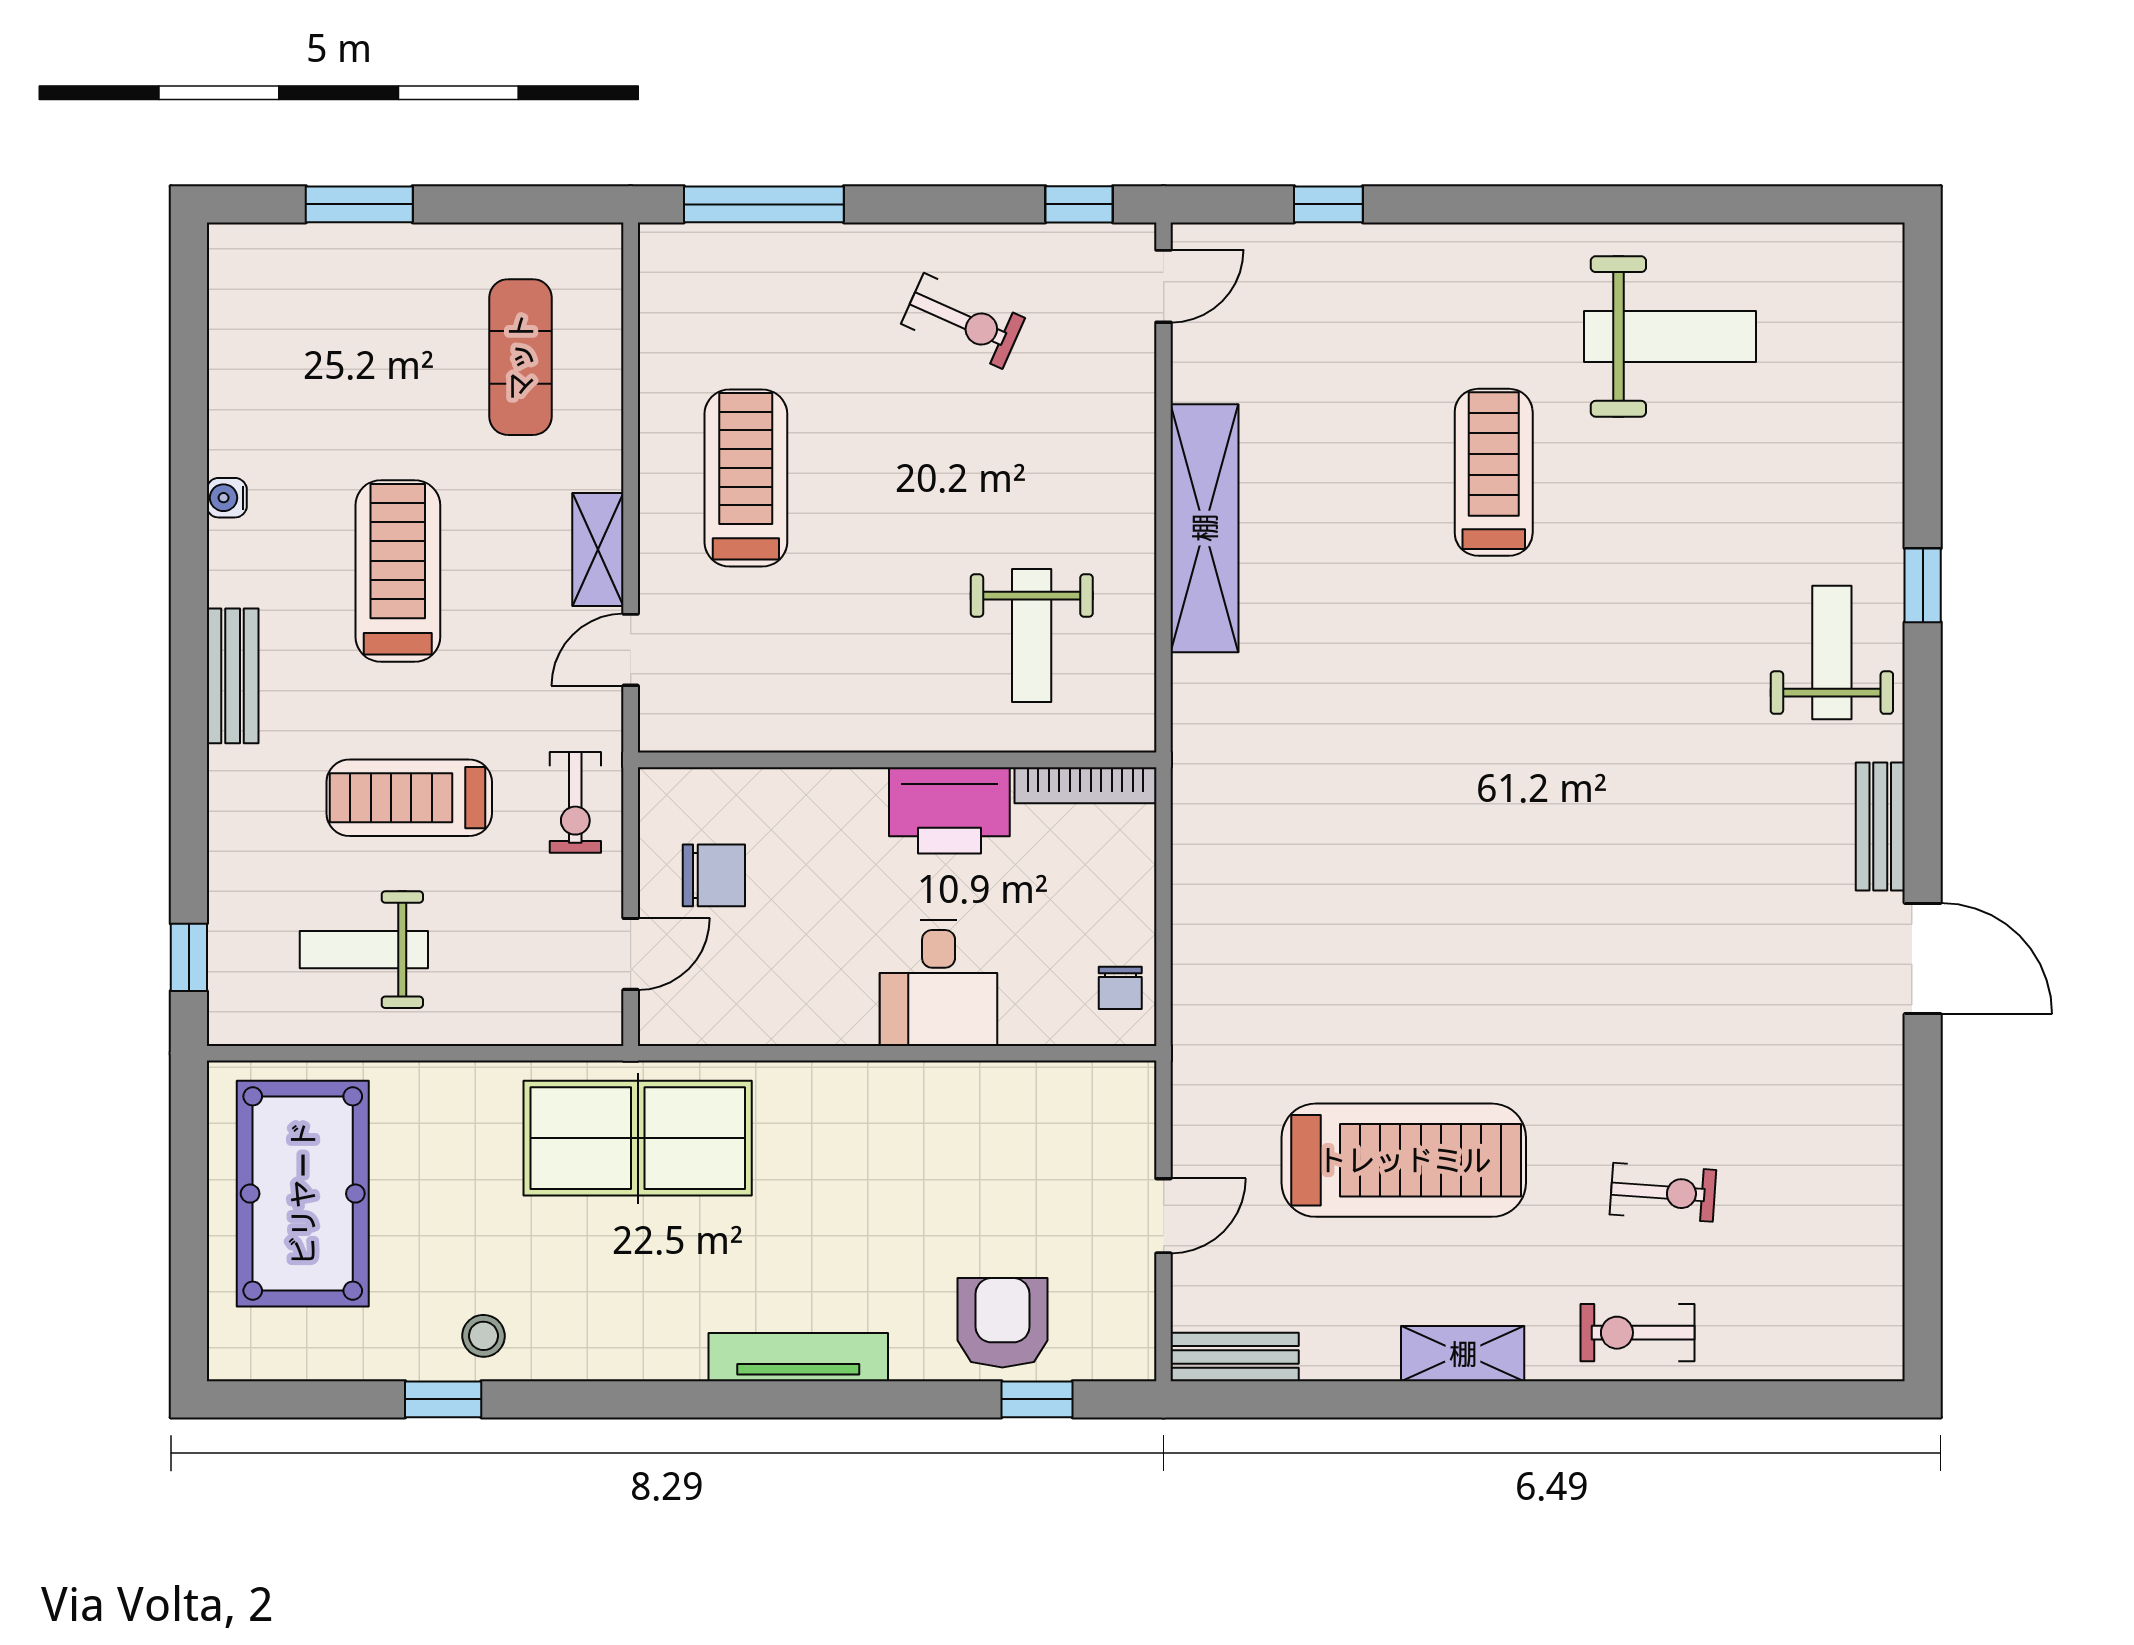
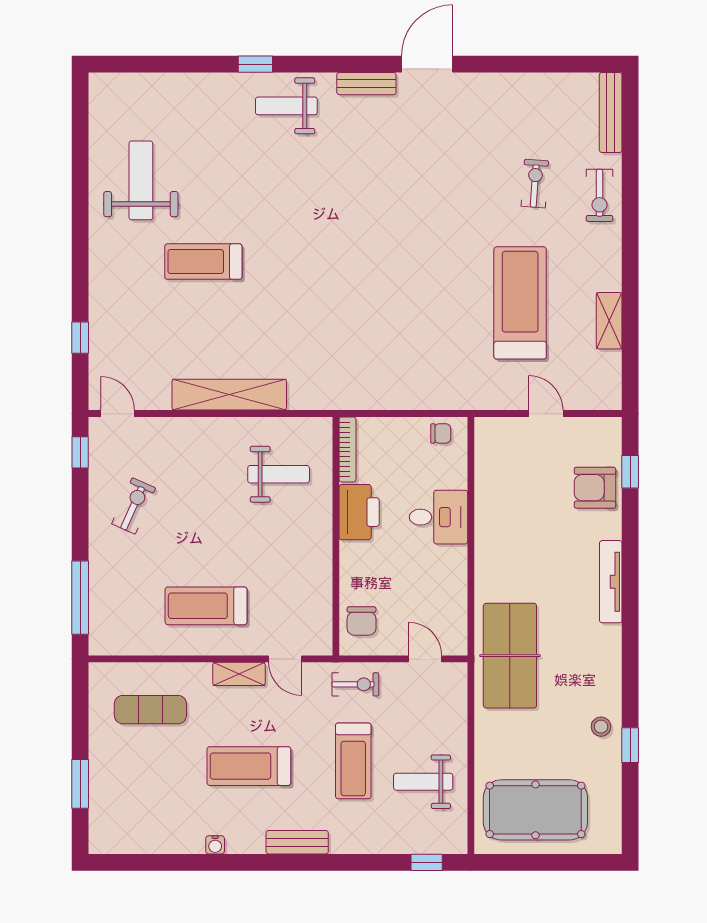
chair: (714, 875) -> (362, 621), moved, turned 180
weight bench: (364, 950) -> (423, 782), turned 90
shelving: (1463, 1354) -> (609, 321), moved
bench: (1235, 1357) -> (611, 112), moved, width x1.36

